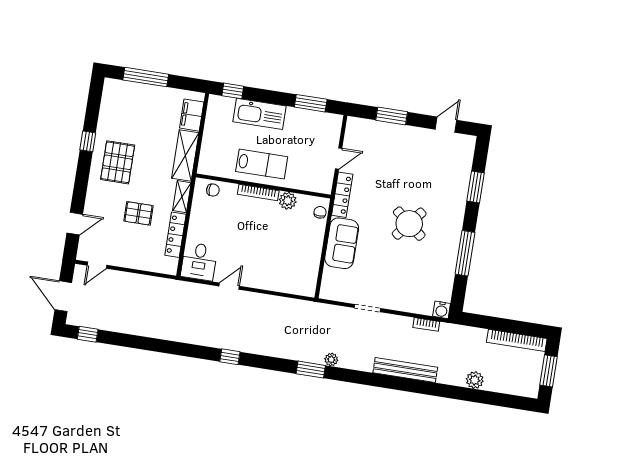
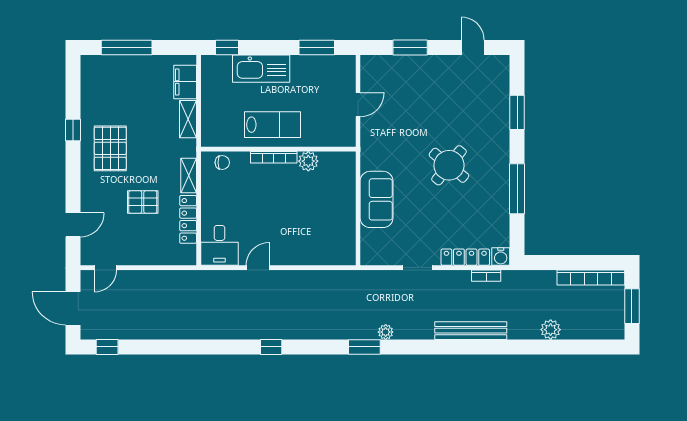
door: (446, 125) -> (473, 47), hinge flipped
shelving: (185, 155) -> (188, 119), width x0.67, depth x0.75
locker: (342, 195) -> (465, 257), moved, turned -90
chair: (320, 212) -> (347, 168), removed

